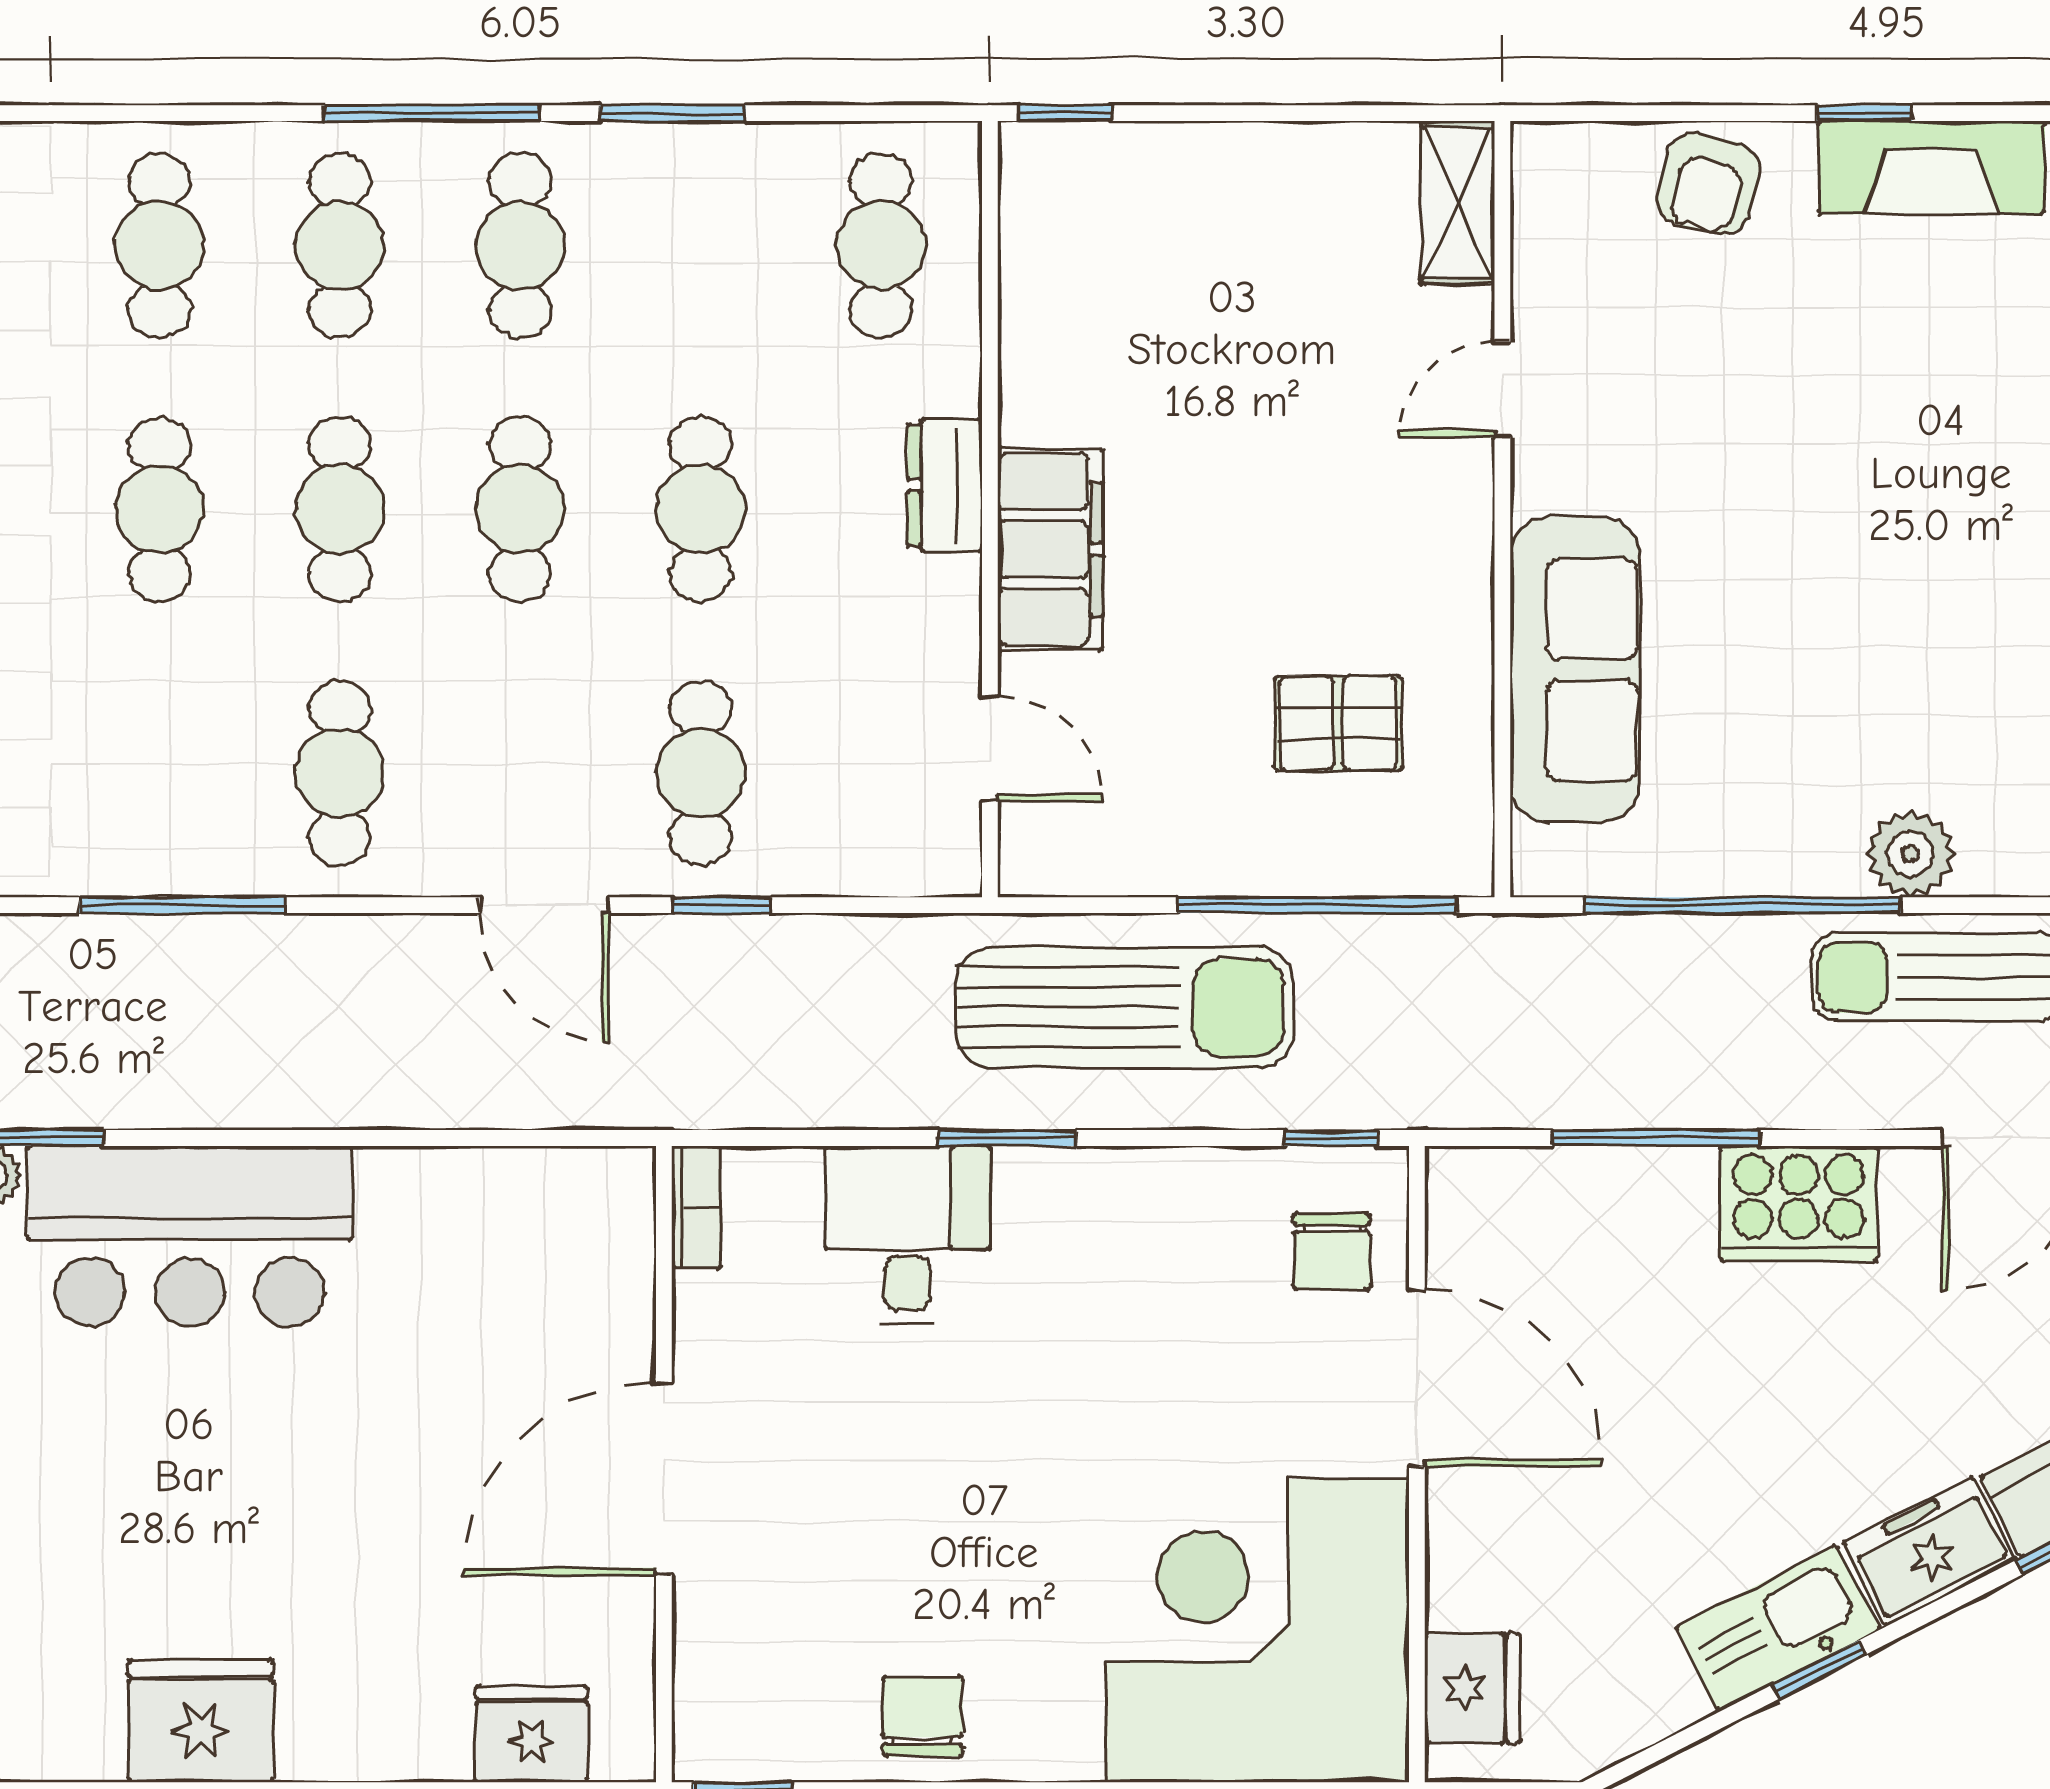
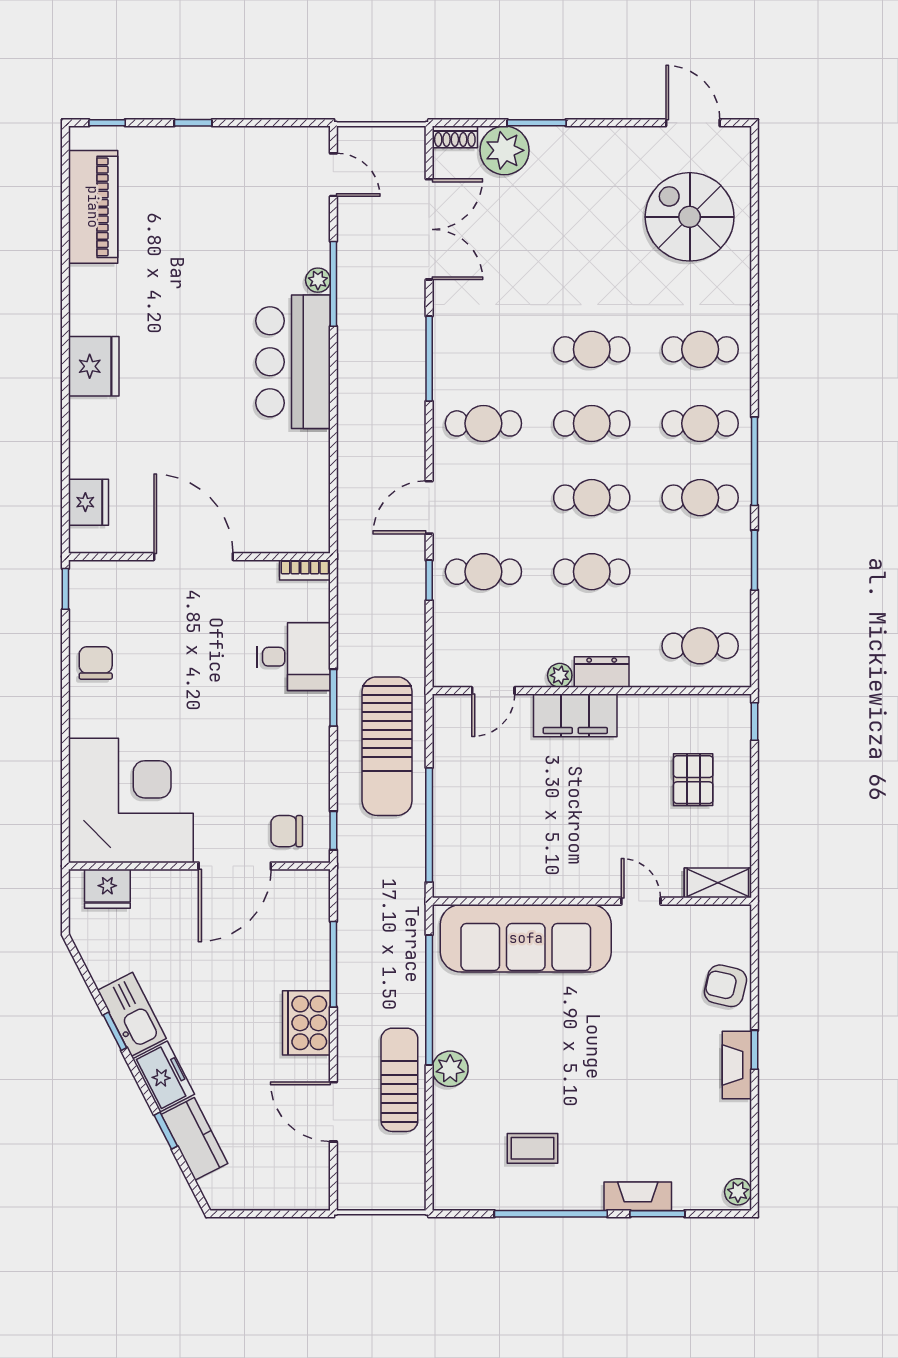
fireplace: (1932, 167) -> (737, 1065), width x0.73, depth x0.76
plant: (953, 587) -> (560, 675), added
sofa: (1575, 670) -> (526, 938), width x1.36, depth x1.27
pallet: (1338, 723) -> (693, 780), moved
chair: (923, 1716) -> (96, 663), turned -90

